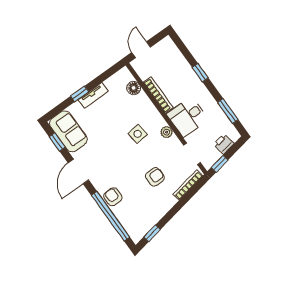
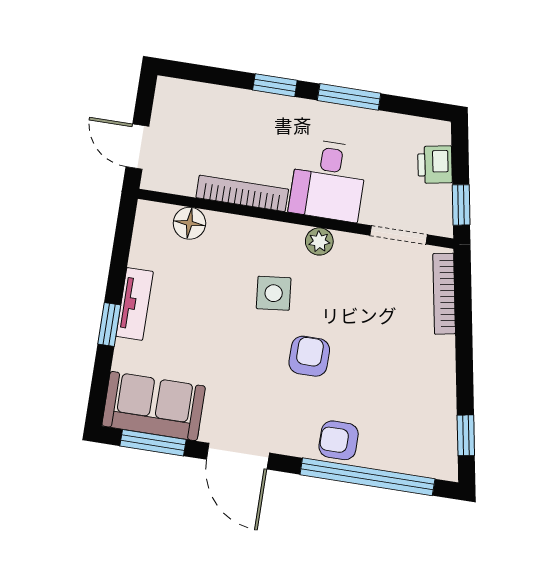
window: (228, 111) -> (349, 97), moved
window: (57, 142) -> (153, 443), width x1.50
armchair: (155, 177) -> (309, 356), moved

